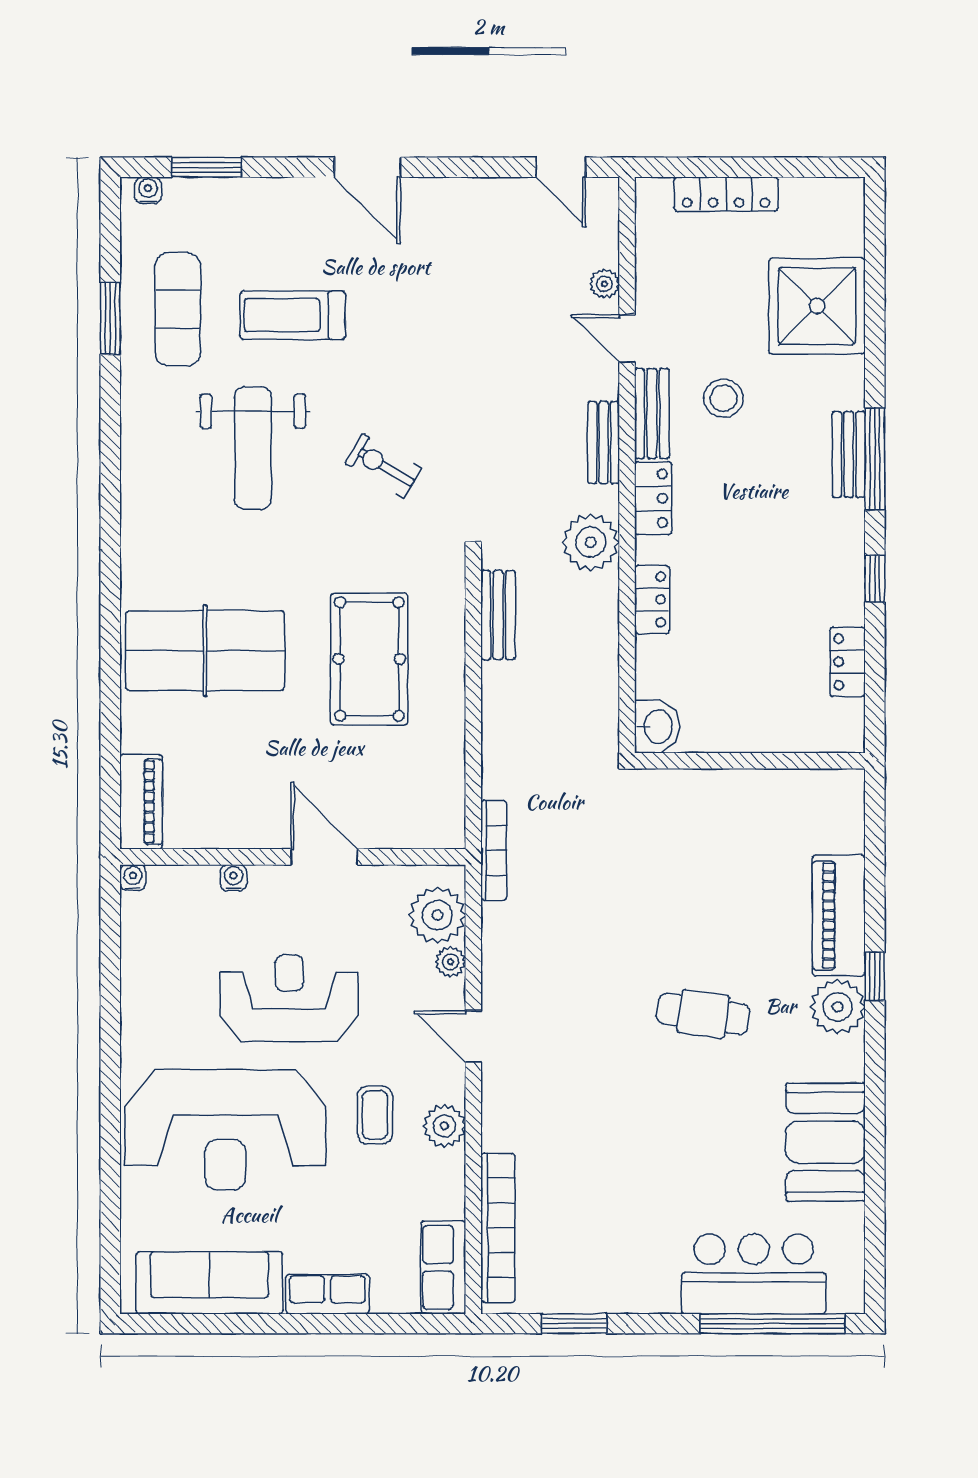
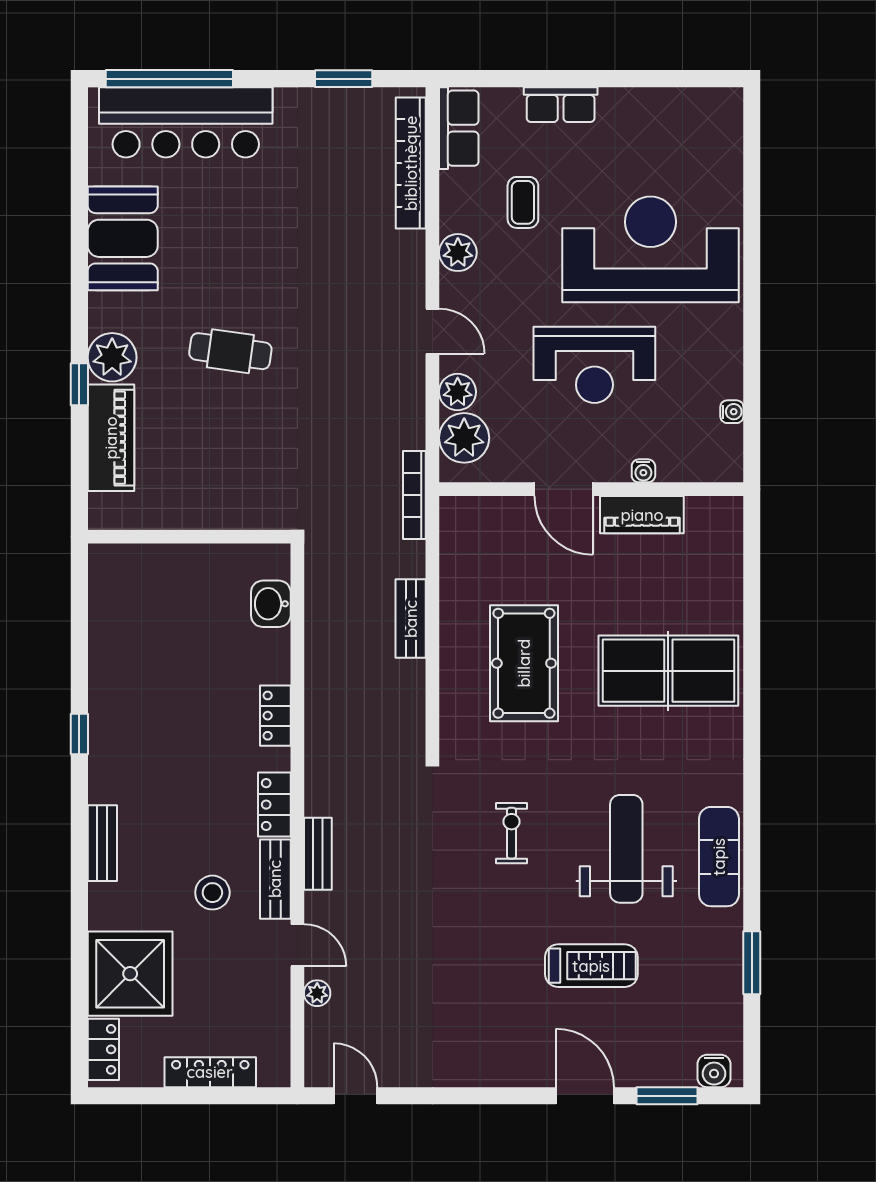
door: (367, 167) -> (585, 1096), moved
water cooler: (148, 190) -> (714, 1071), width x1.38, depth x1.38
exercise mat: (178, 309) -> (719, 857), moved
window: (875, 459) -> (79, 839), removed
exercise bike: (383, 466) -> (512, 833), turned -121
plant: (591, 542) -> (329, 766), removed
bench: (498, 615) -> (411, 619), moved
locker: (848, 662) -> (103, 1049), moved
wall: (750, 761) -> (189, 537), moved
piano: (141, 802) -> (642, 515), moved, turned -90
water cooler: (133, 878) -> (732, 412), moved, turned -90
plant: (450, 962) -> (458, 392), width x1.38, depth x1.38
coffee table: (375, 1115) -> (523, 202), moved
bar counter: (754, 1274) -> (186, 122), width x1.36
sofa: (209, 1283) -> (664, 115), removed

